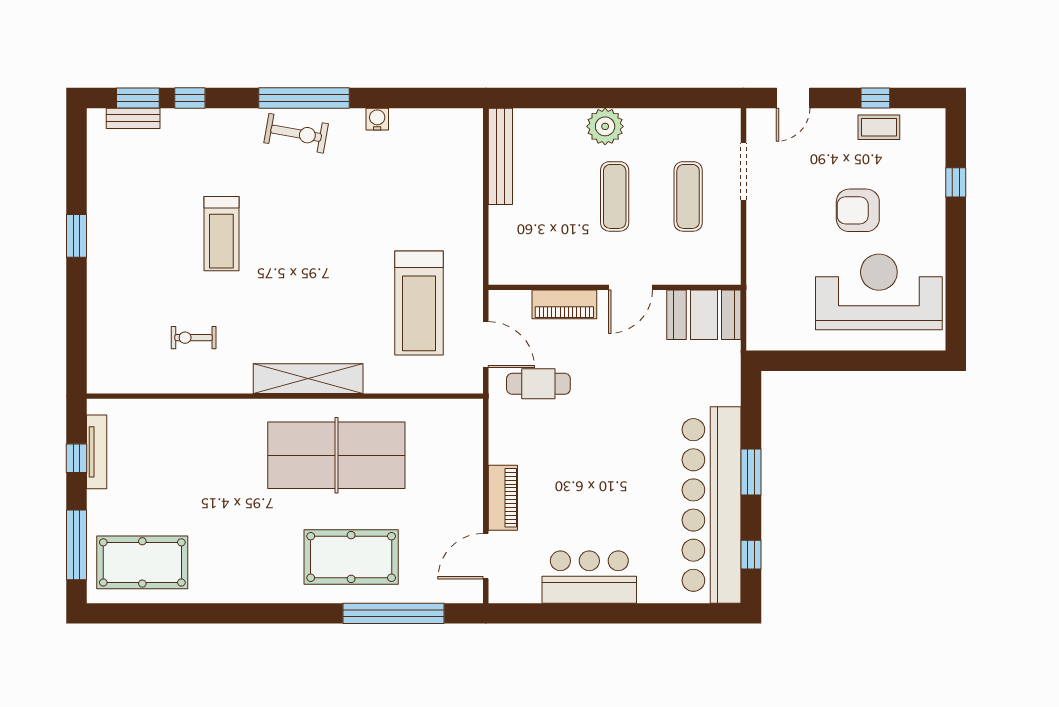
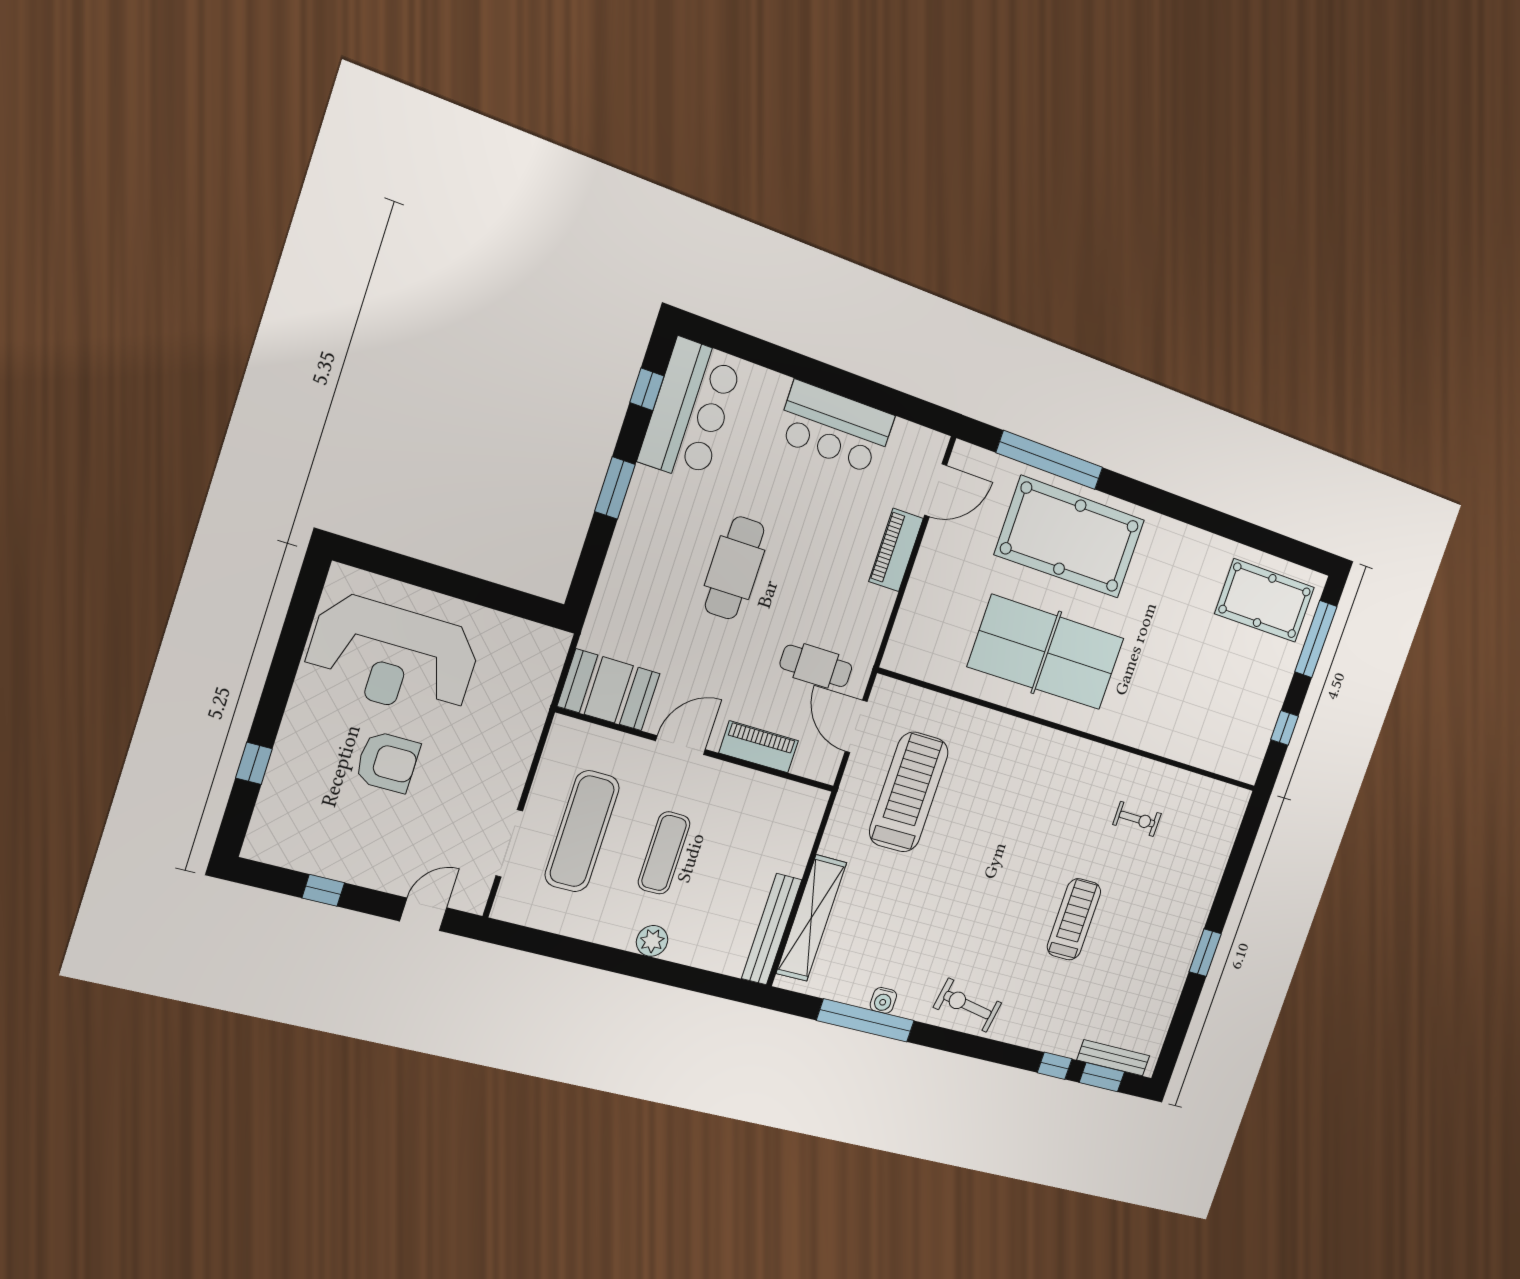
window: (304, 98) -> (866, 1020), moved
bench: (133, 118) -> (1113, 1058), width x1.36
plant: (605, 126) -> (652, 941), width x0.73, depth x0.73
coffee table: (879, 127) -> (330, 854), removed
exercise mat: (688, 196) -> (582, 831), width x1.36, depth x1.45
shelving: (308, 379) -> (811, 918), moved, turned 90
cafe table: (634, 441) -> (735, 568), added
tv unit: (97, 452) -> (1265, 729), removed
bar counter: (712, 505) -> (690, 410), width x0.54
pool table: (351, 557) -> (1070, 537), width x1.36, depth x1.32

